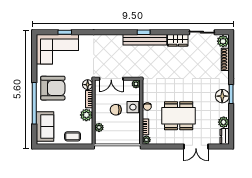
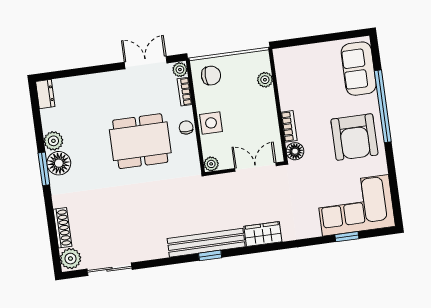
wardrobe: (178, 40) -> (263, 234), moved
armchair: (53, 88) -> (354, 137), turned -90
chair: (116, 110) -> (211, 76), moved
plant: (86, 115) -> (290, 98), removed
dining table: (179, 116) -> (140, 141), moved
plant: (224, 122) -> (53, 141), moved
coffee table: (73, 136) -> (309, 58), removed
double door: (196, 146) -> (146, 63), moved

